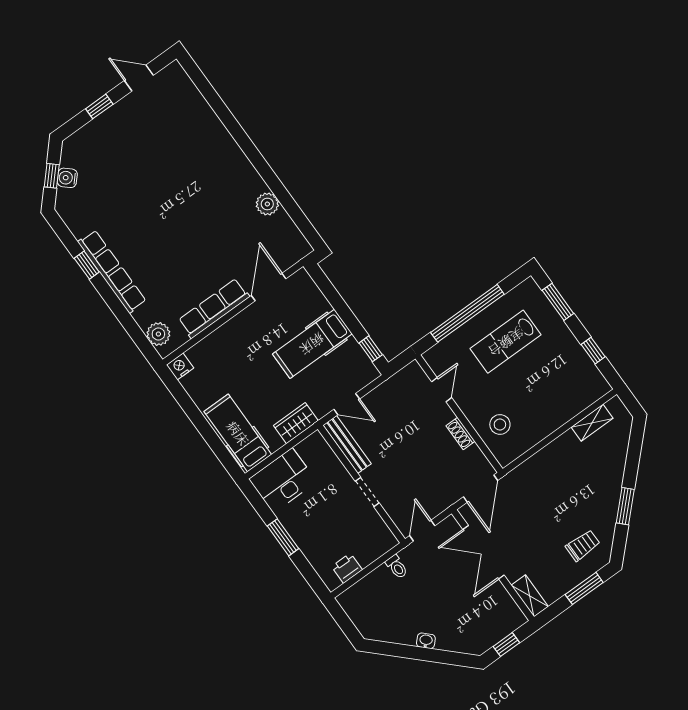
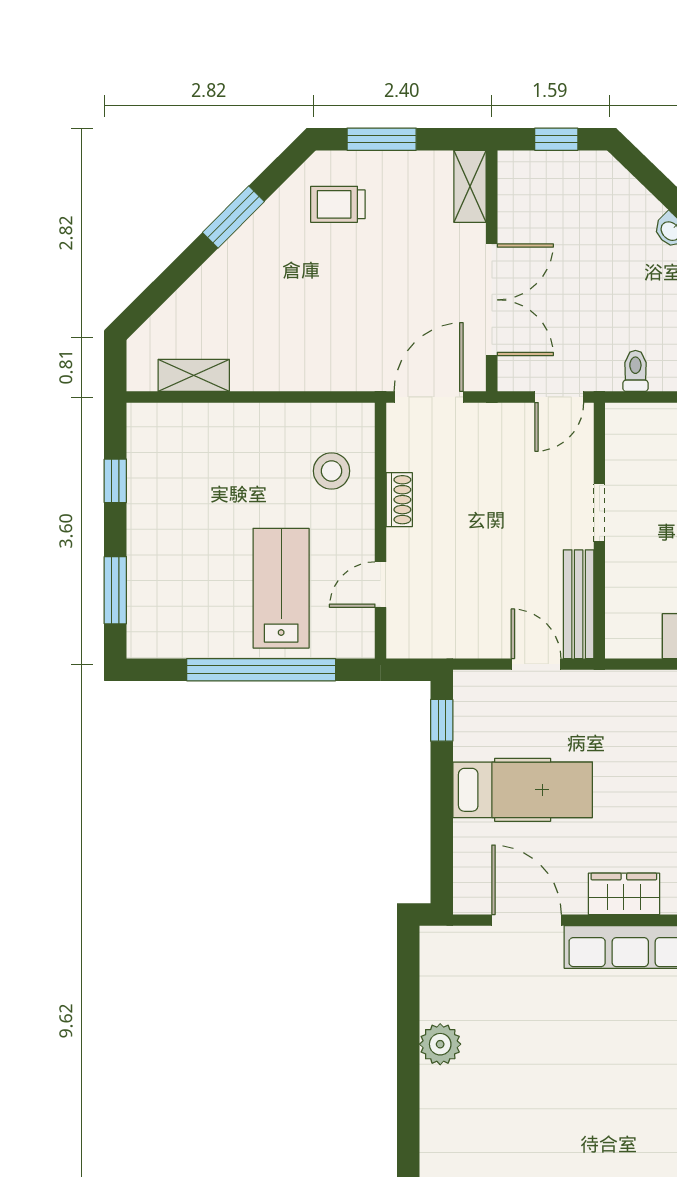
door: (269, 287) -> (527, 920), swing flipped
lab bench: (506, 342) -> (281, 588), moved, turned -90
wardrobe: (296, 423) -> (624, 894), moved, turned 180

